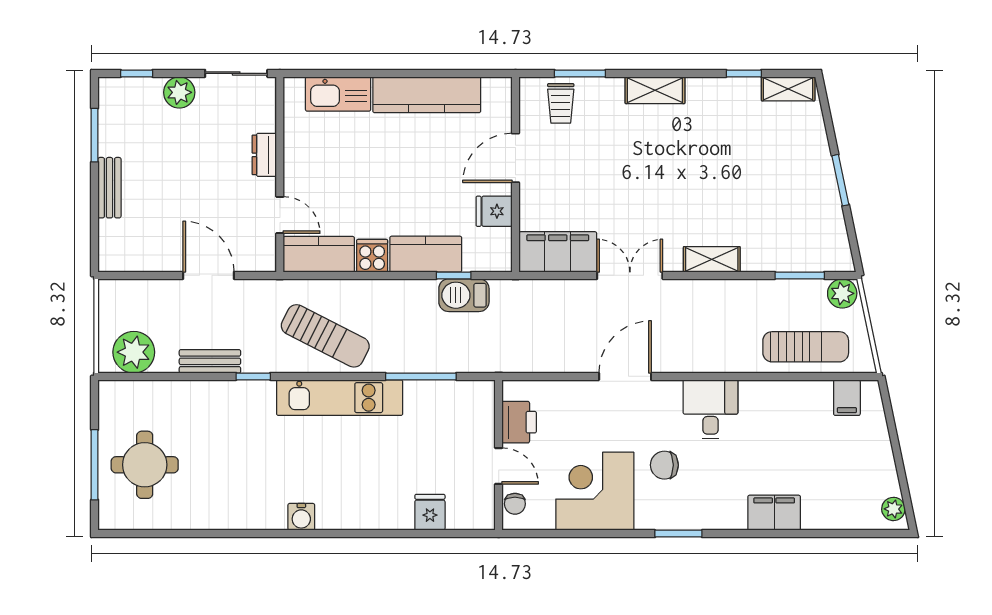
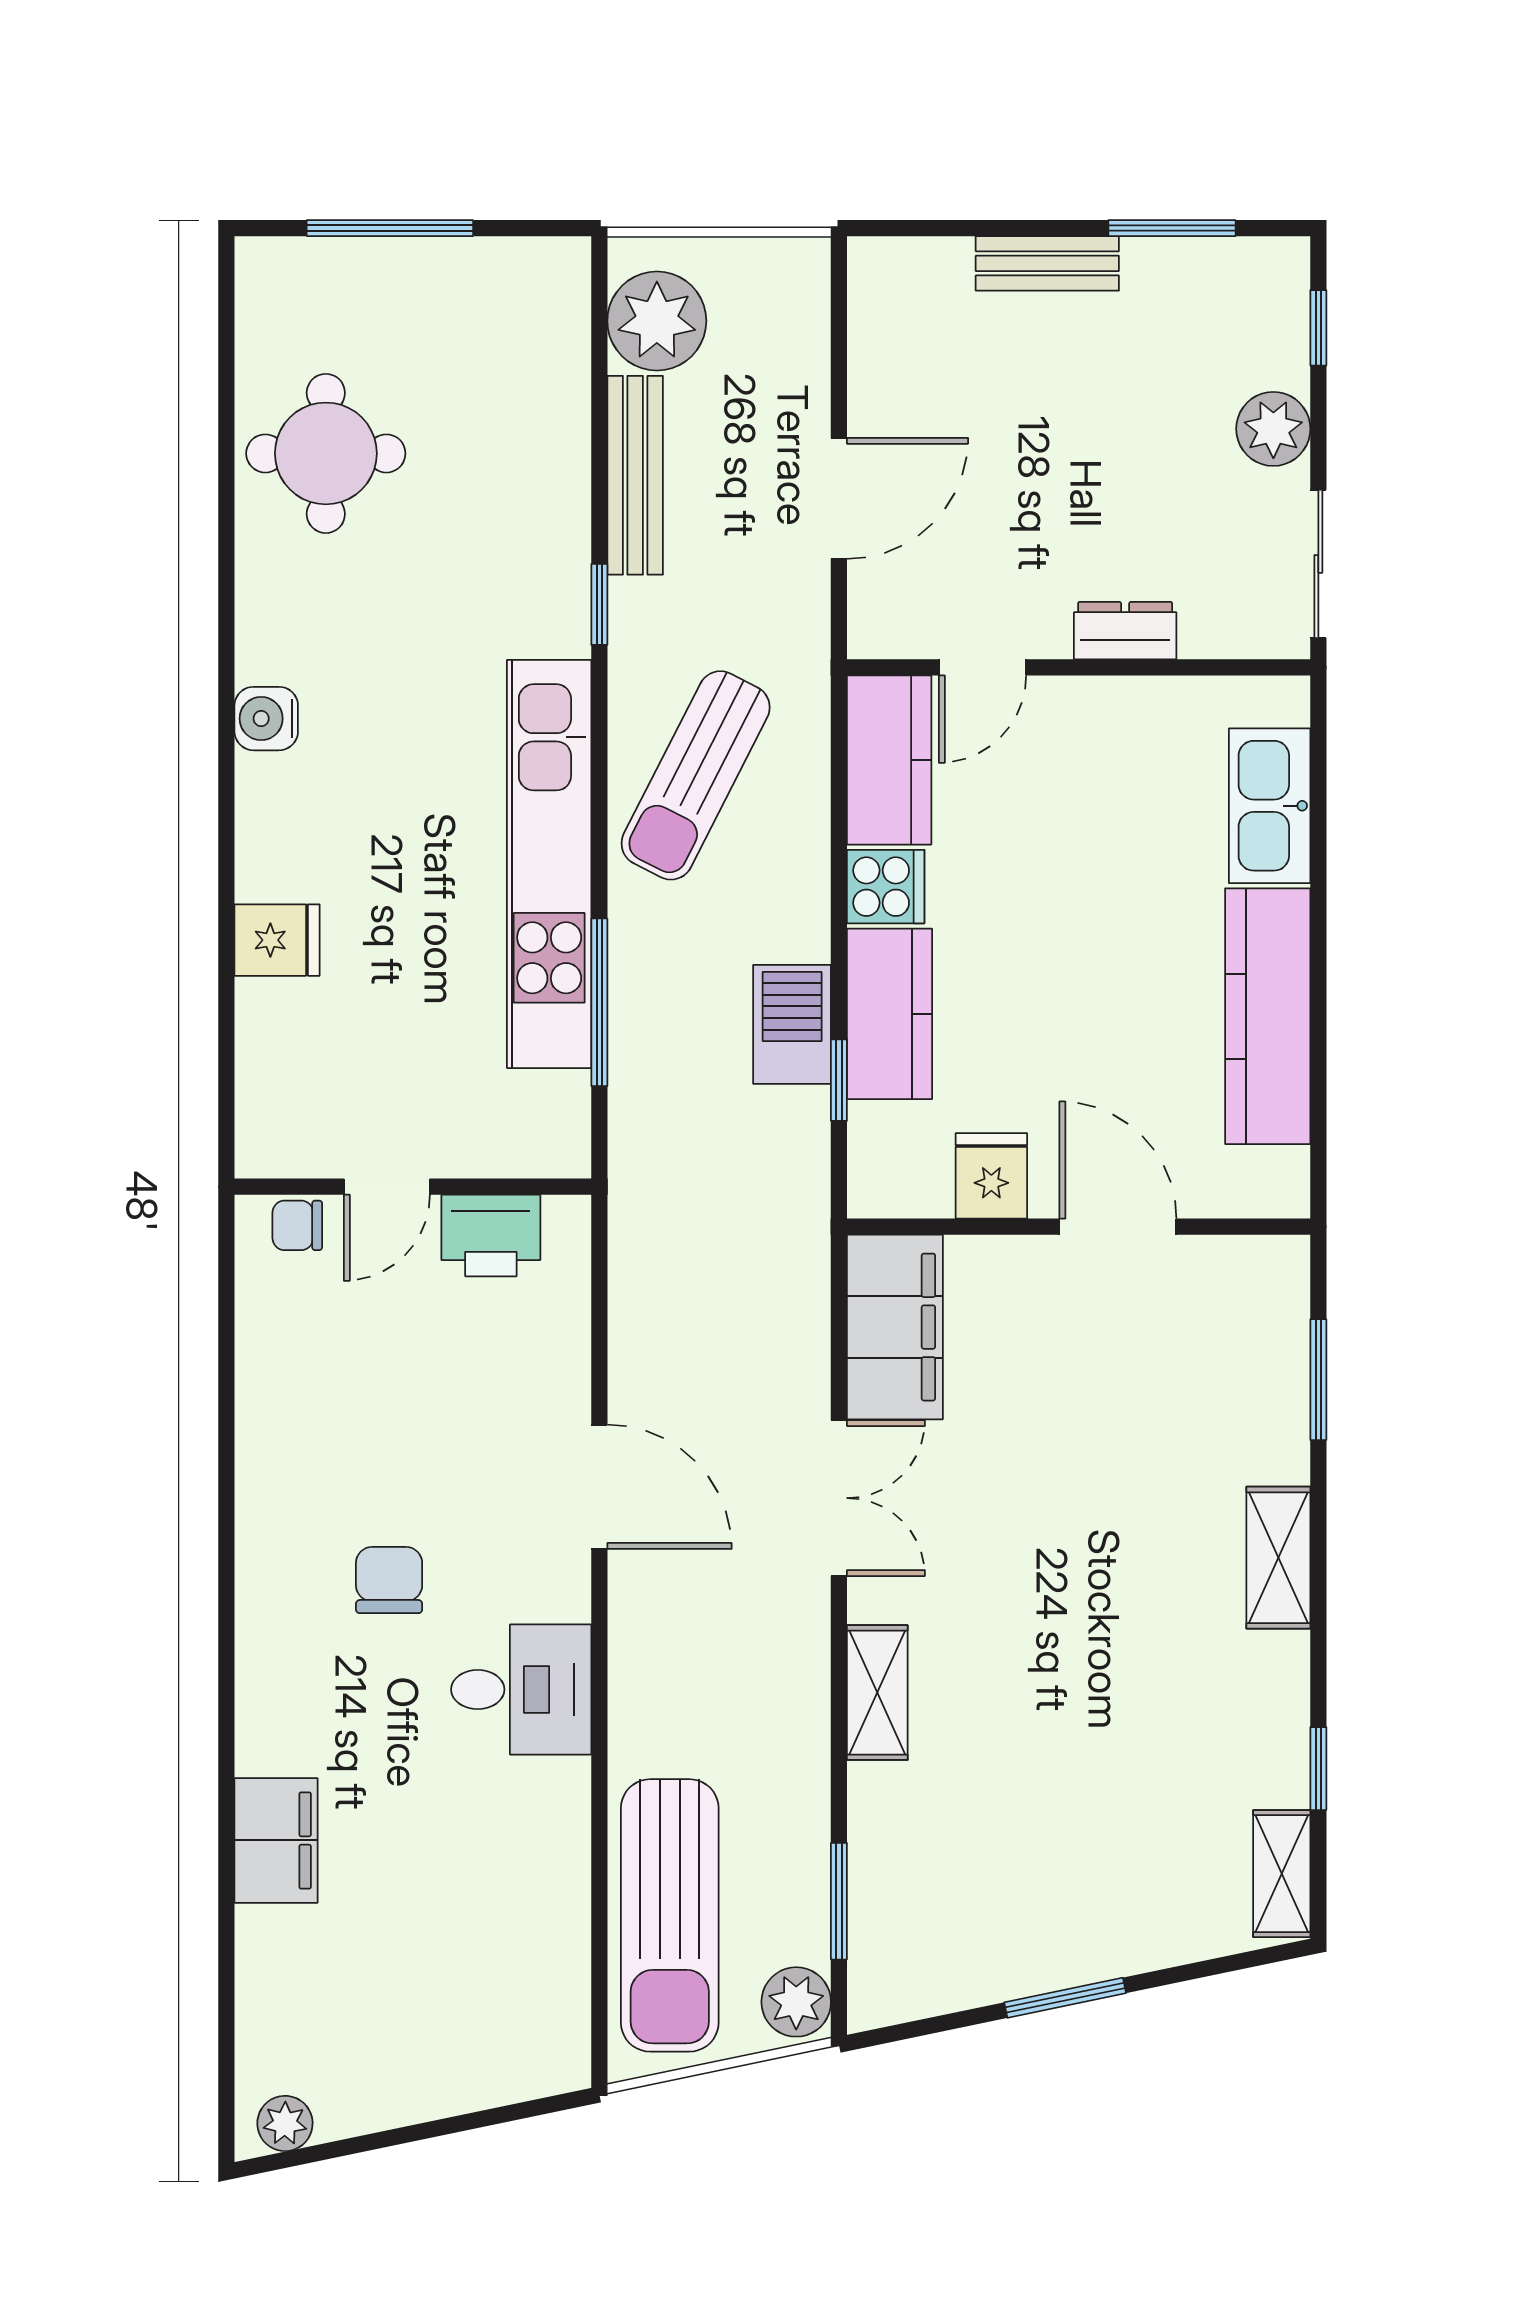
trolley: (561, 103) -> (1247, 1334), removed
barbecue: (464, 295) -> (792, 1024), moved
sun lounger: (806, 347) -> (670, 1915), width x1.36, depth x1.34
bench: (210, 361) -> (635, 475), width x1.36
kitchen unit: (340, 398) -> (549, 864), width x1.36
filing cabinet: (847, 398) -> (549, 2013), removed
round table: (145, 465) -> (326, 453), moved
corner desk: (595, 491) -> (327, 1415), removed
fridge: (430, 512) -> (277, 940), moved
window: (678, 534) -> (226, 1613), removed

